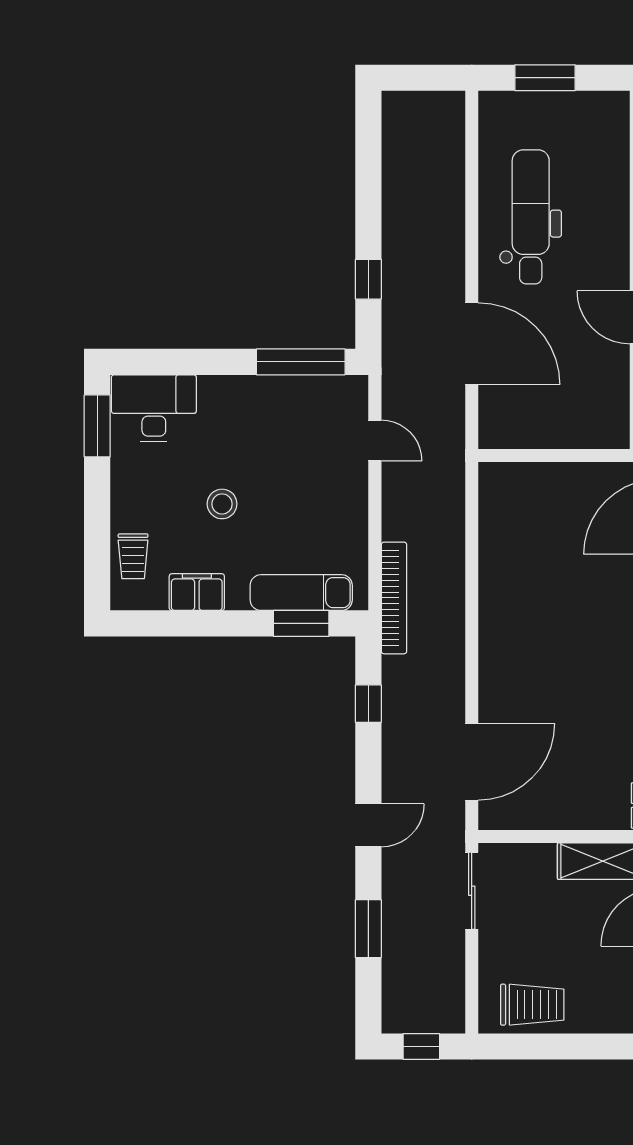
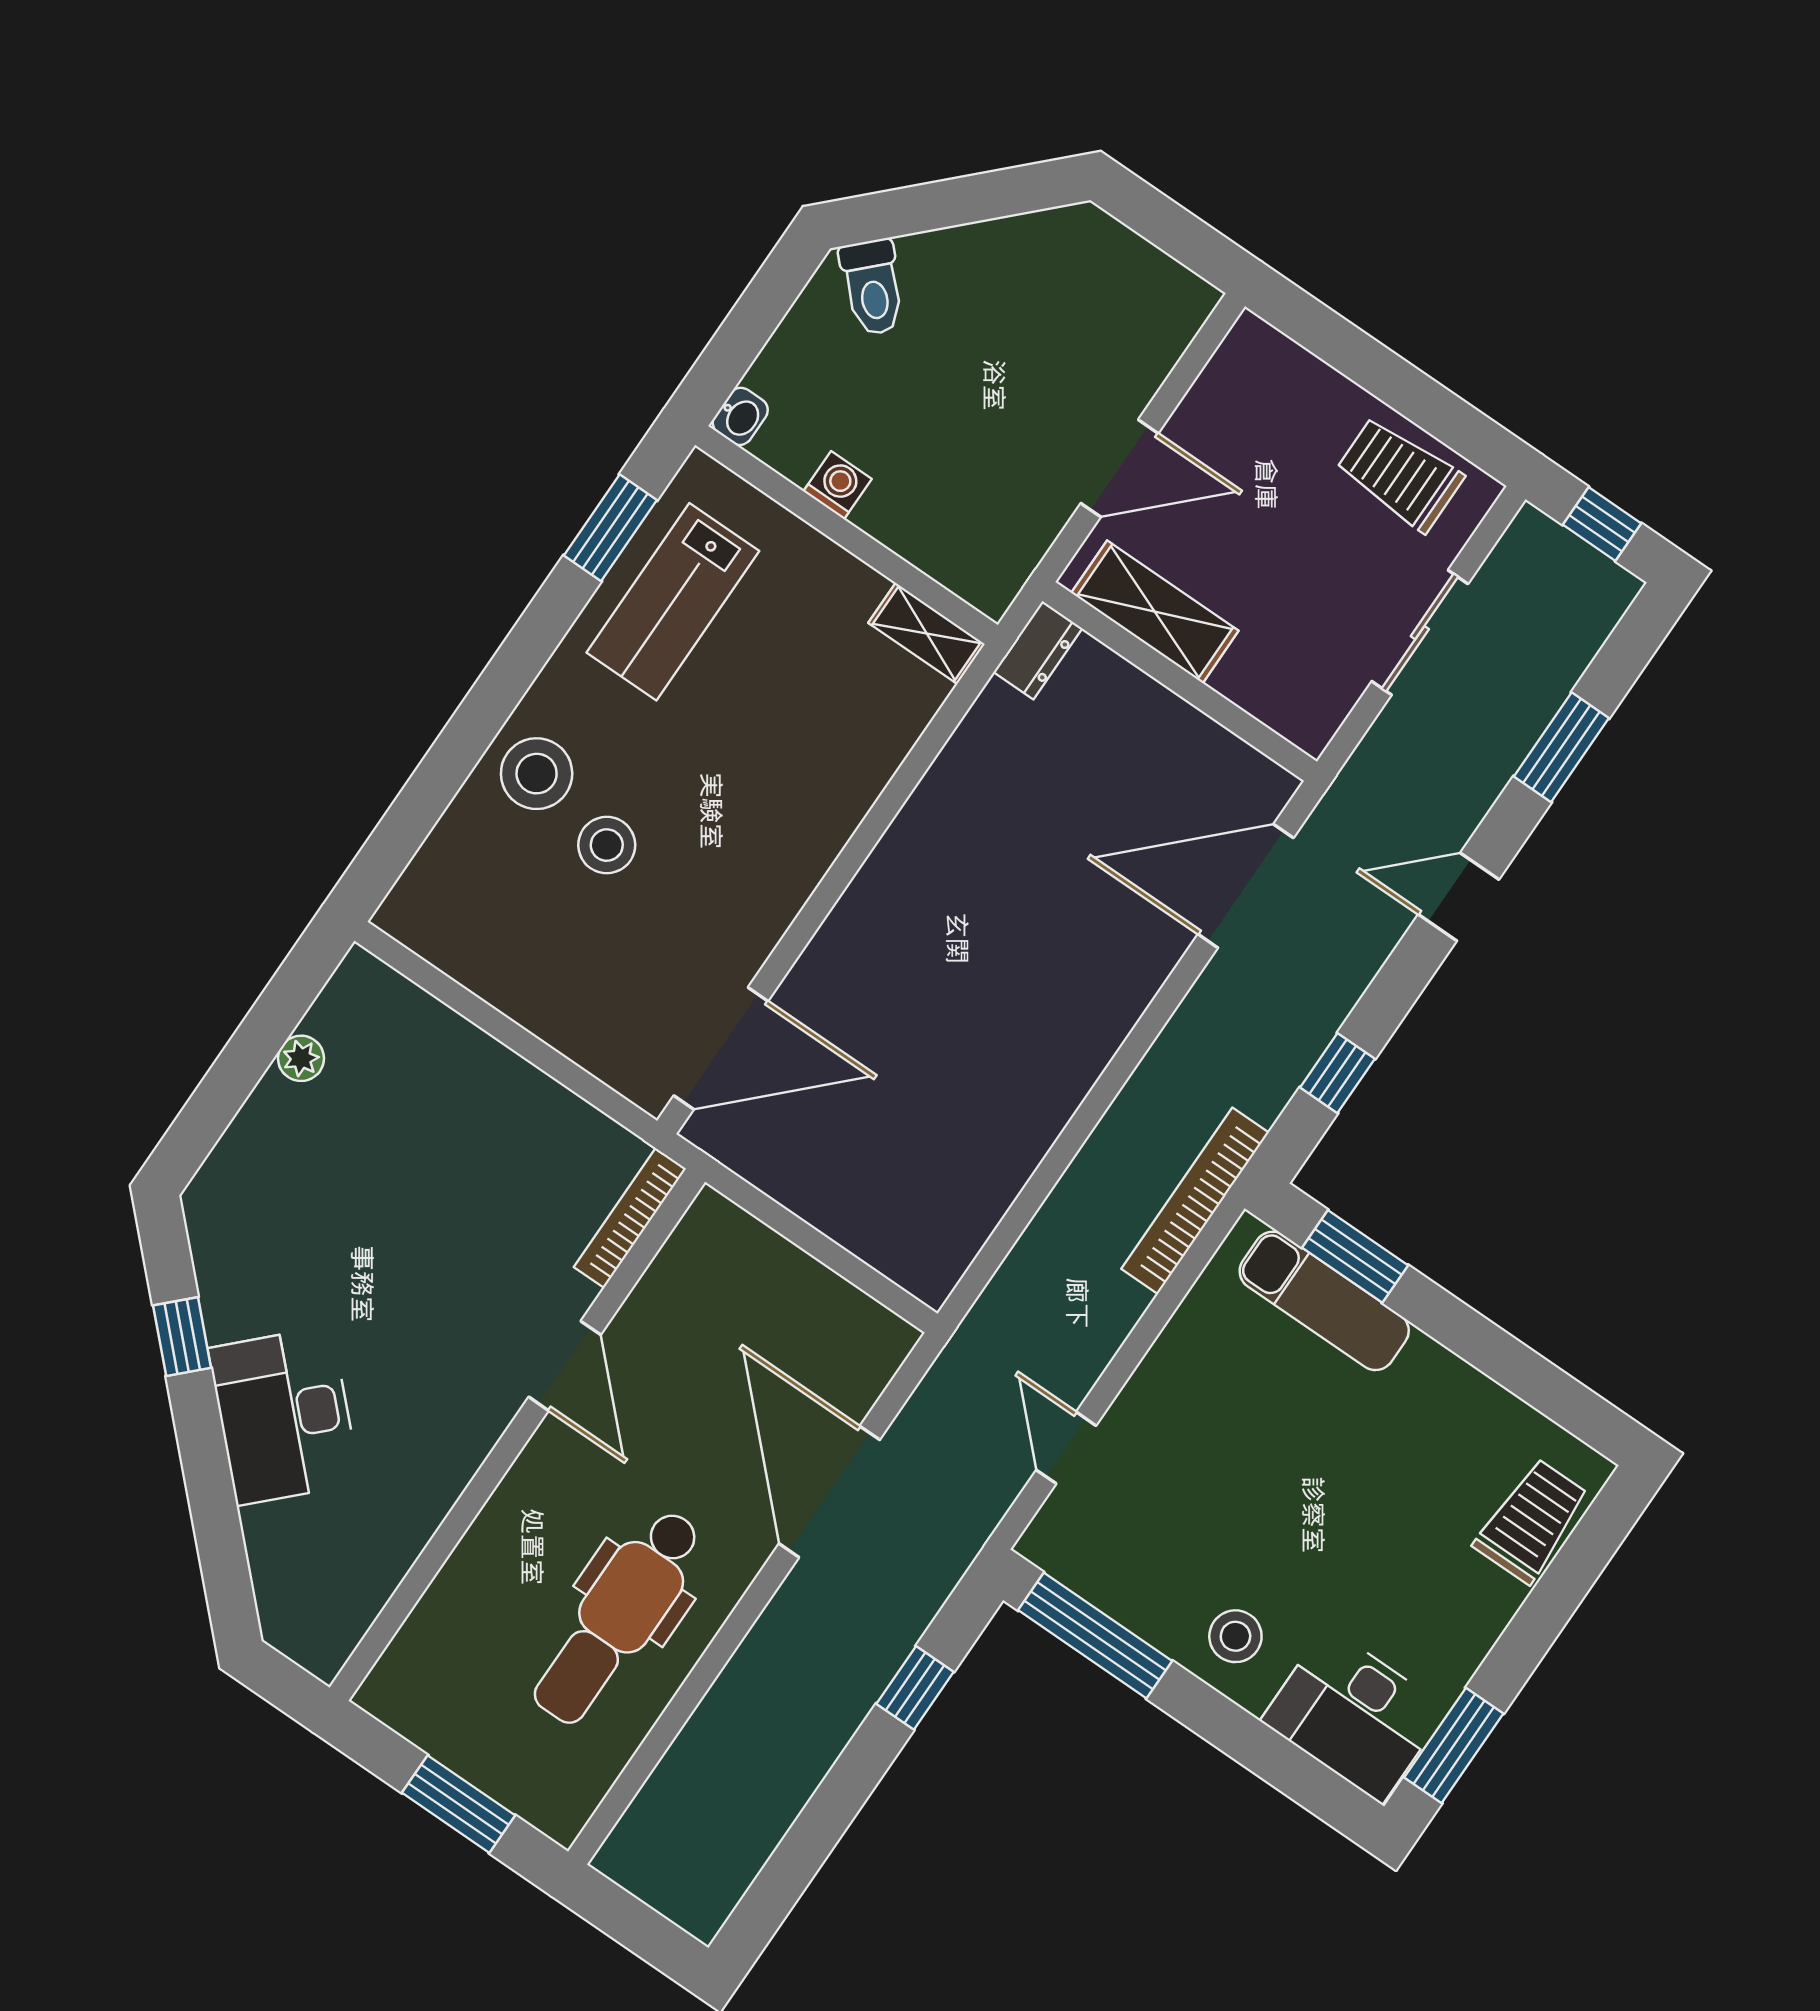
stool: (222, 504) -> (1235, 1636), moved
trolley: (133, 556) -> (1532, 1521), width x1.36, depth x1.39
filing cabinet: (197, 592) -> (1475, 1406), removed
sliding door: (472, 891) -> (1420, 633), moved

